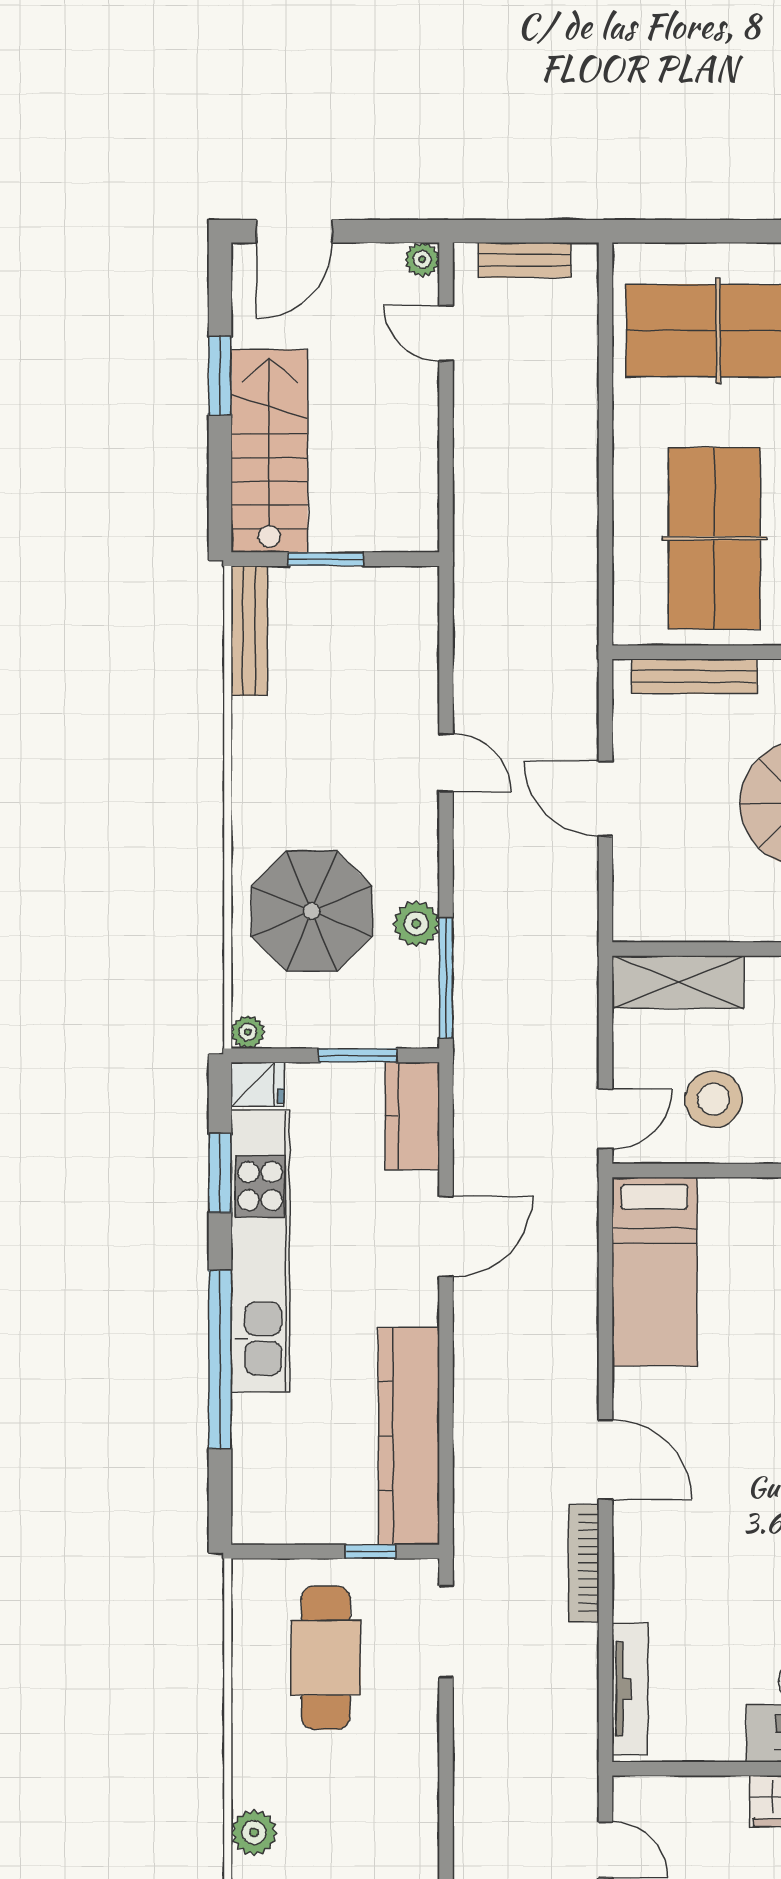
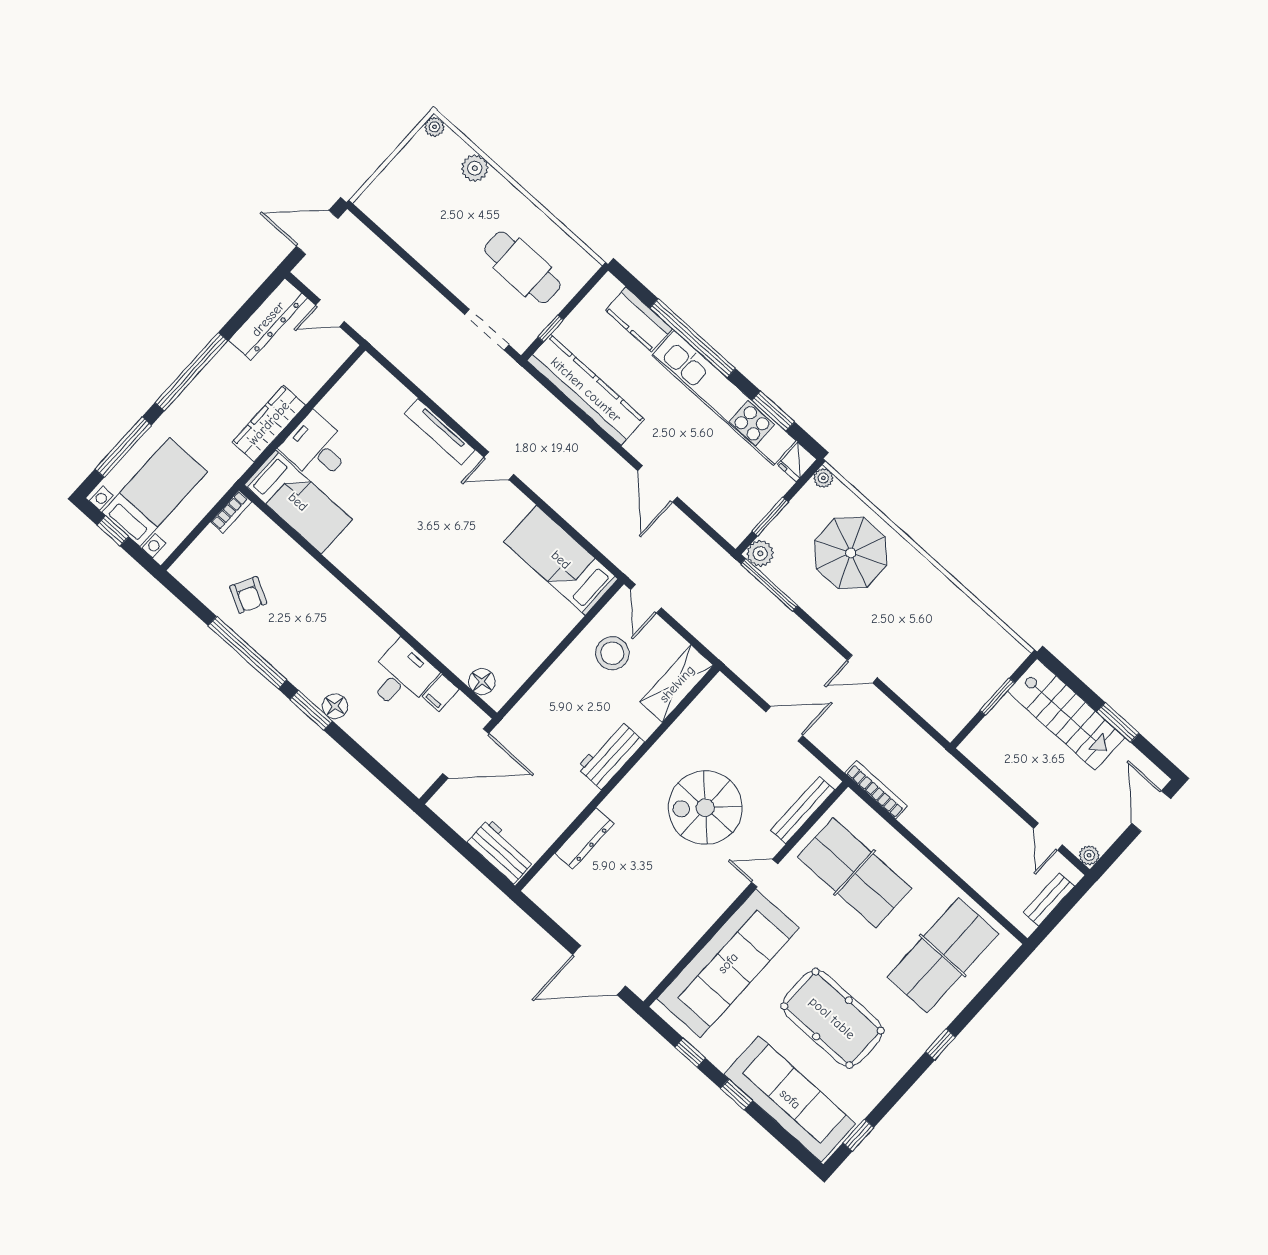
door: (446, 333) -> (1048, 837), swing flipped
bench: (249, 631) -> (996, 635), removed
plant: (416, 924) -> (760, 553), moved
kitchen counter: (412, 1116) -> (639, 319), moved, turned 180
door: (605, 1460) -> (499, 466), width x0.73
bookcase: (584, 1563) -> (876, 790), moved
tv unit: (630, 1689) -> (440, 432), moved

